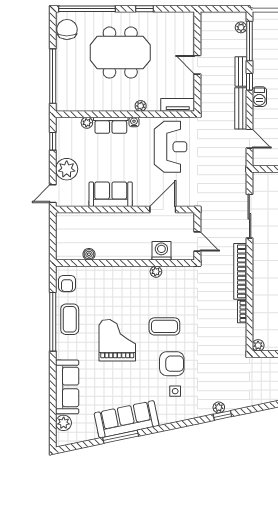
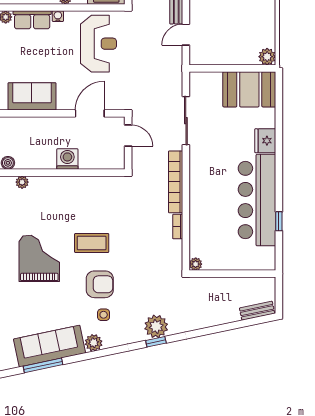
door: (249, 139) -> (186, 35), swing flipped
door: (197, 241) -> (128, 136), moved
washing machine: (161, 251) -> (67, 159), moved
plant: (156, 272) -> (22, 182), moved
plant: (219, 407) -> (156, 326), width x1.88, depth x1.88
plant: (166, 416) -> (94, 343), added

